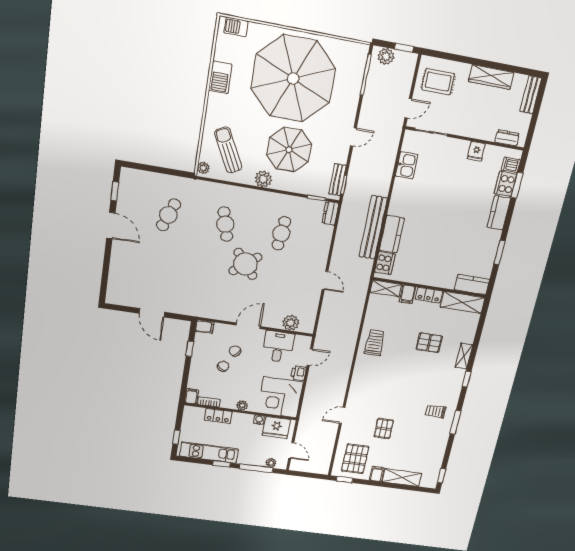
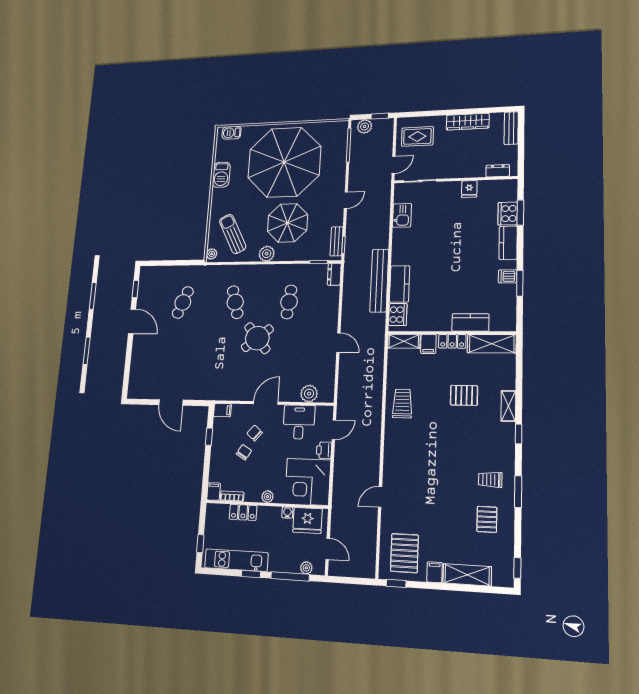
dishwasher: (511, 165) -> (508, 276), moved
kitchen counter: (472, 285) -> (470, 322), moved
pallet: (384, 429) -> (487, 519), moved

